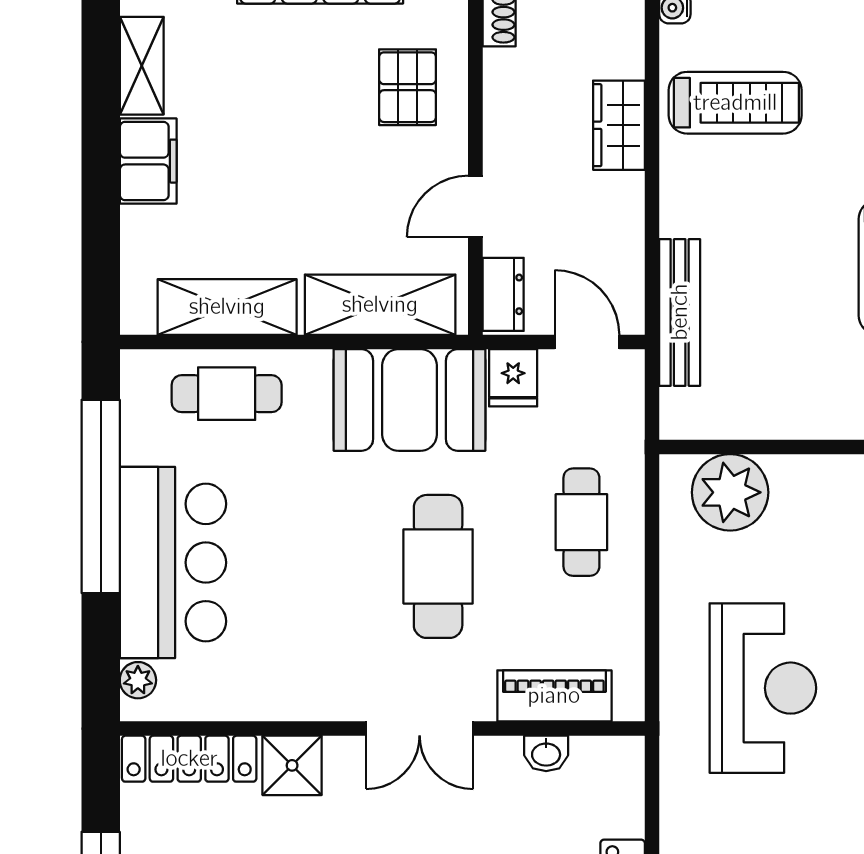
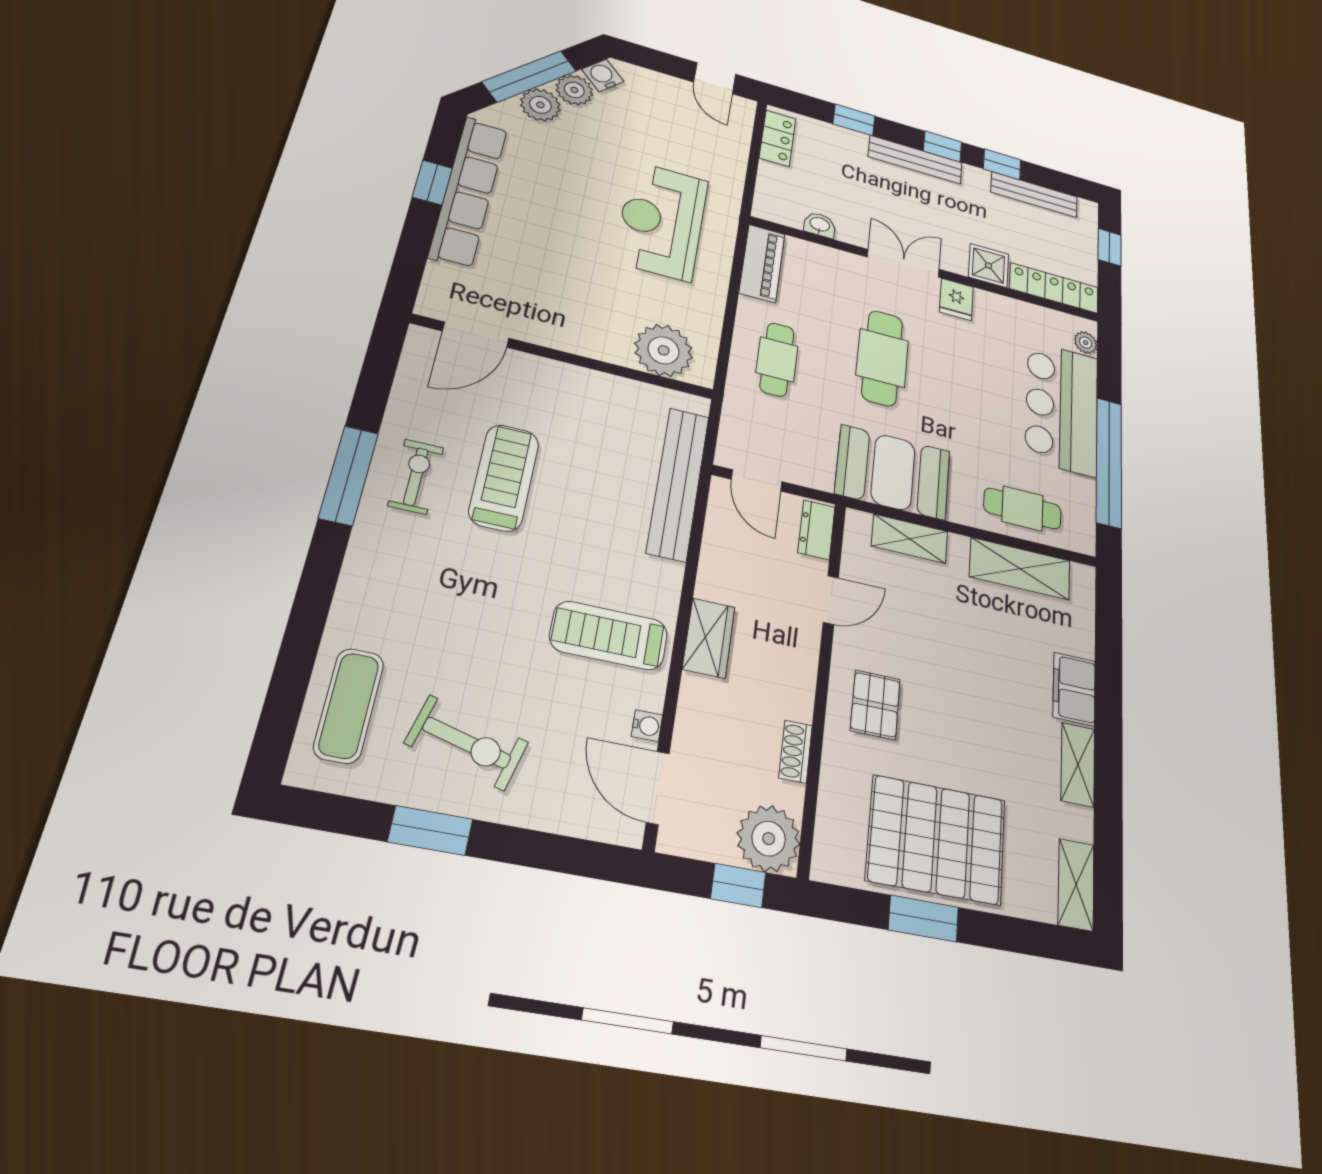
shelving: (380, 305) -> (910, 539), width x0.67, depth x0.75
bench: (680, 312) -> (678, 484), width x1.37, depth x1.21
fridge: (513, 378) -> (956, 299), moved, turned 180
piano: (554, 696) -> (762, 263), moved, turned -90

